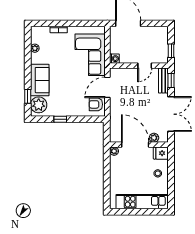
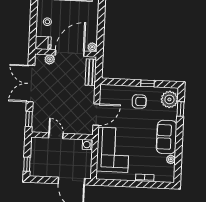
window: (171, 51) -> (27, 164), moved
door: (145, 66) -> (56, 136), hinge flipped
sofa: (40, 80) -> (167, 137), moved
bench: (163, 81) -> (91, 72), moved
armchair: (96, 104) -> (139, 101), moved
door: (135, 145) -> (70, 53), swing flipped

